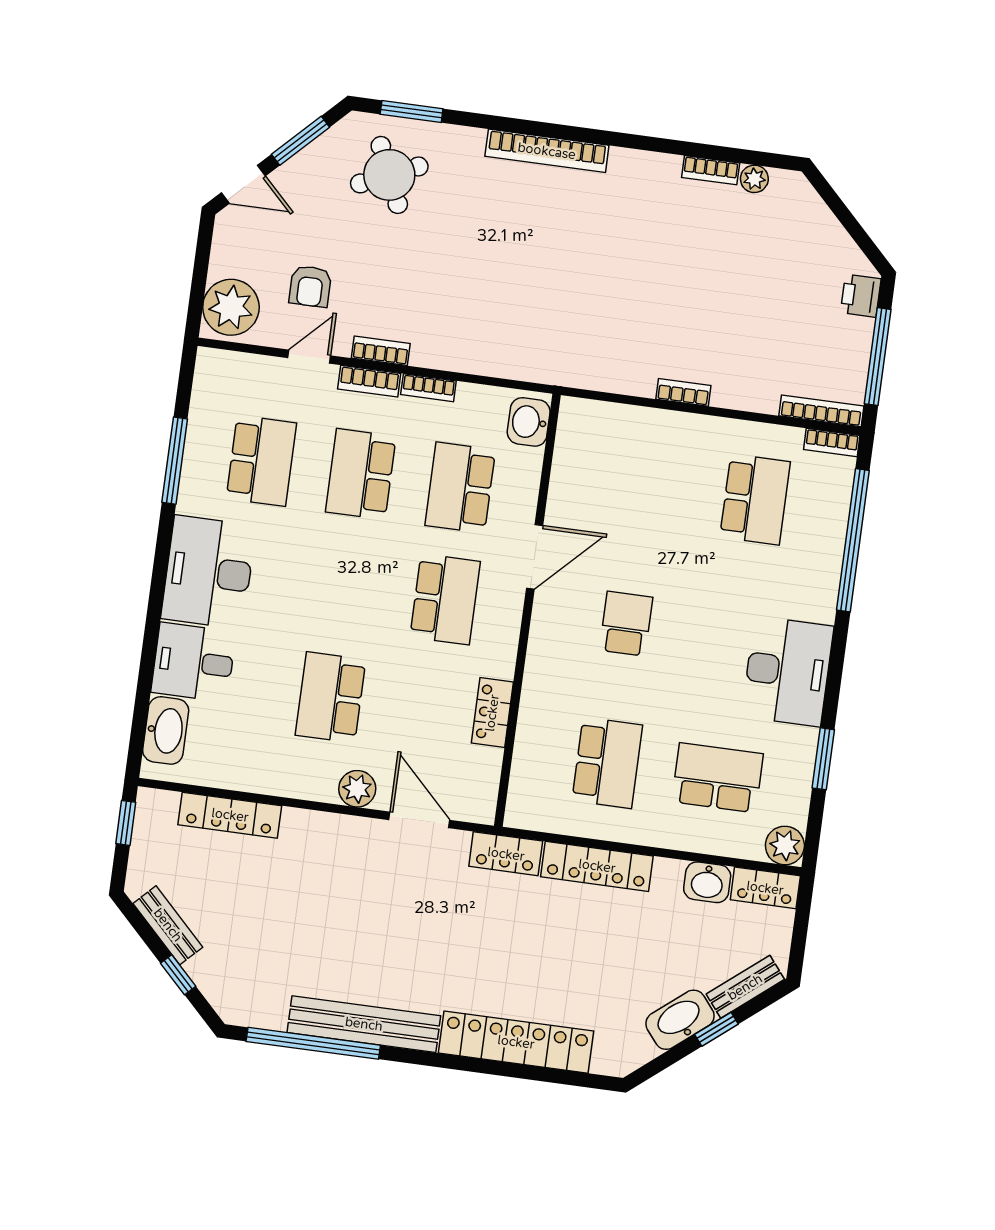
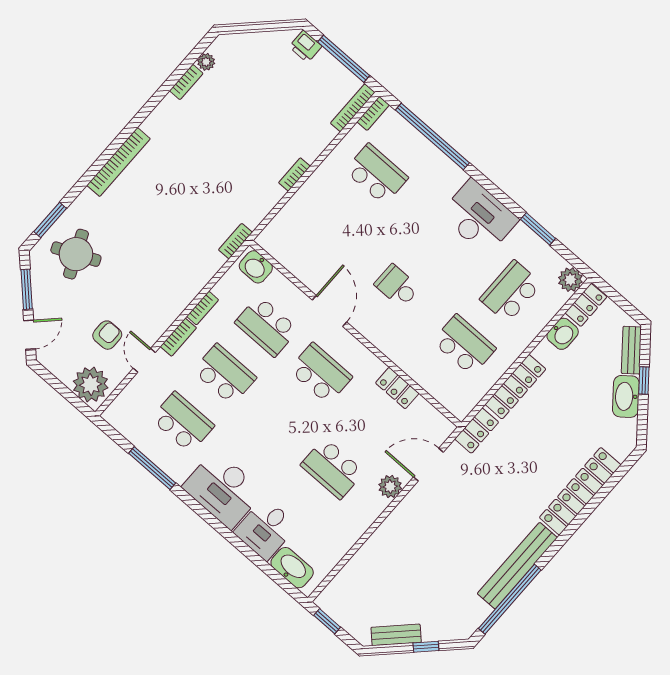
armchair: (310, 286) -> (107, 335), turned -90
bookcase: (381, 351) -> (235, 241), moved
school desk: (361, 474) -> (225, 374), turned 180
locker: (230, 815) -> (359, 563), removed

